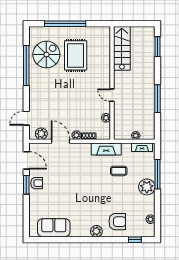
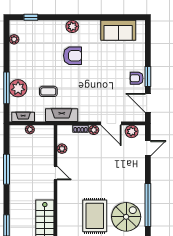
spiral stairs: (46, 54) -> (126, 217), turned 180
plant: (147, 187) -> (18, 88), moved
armchair: (117, 222) -> (73, 56), moved, turned 180

